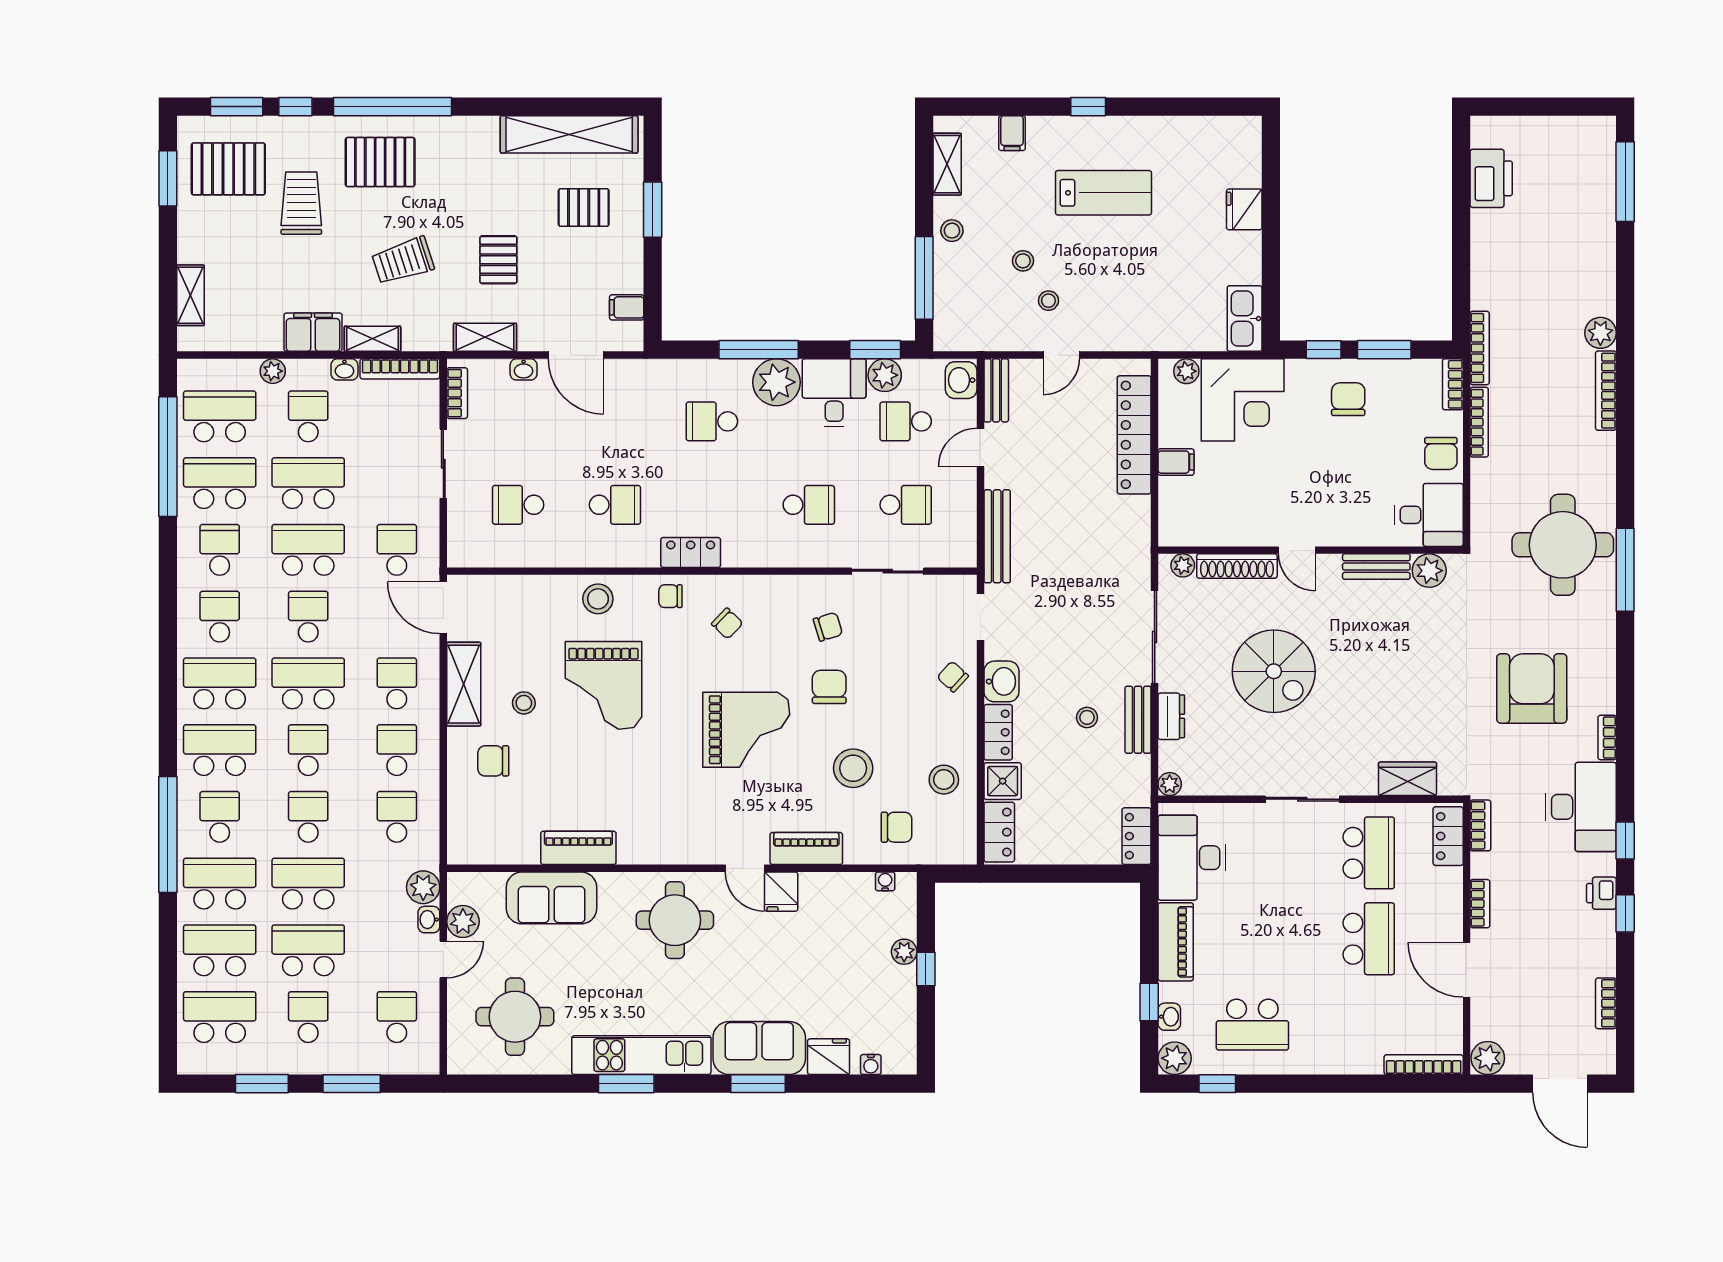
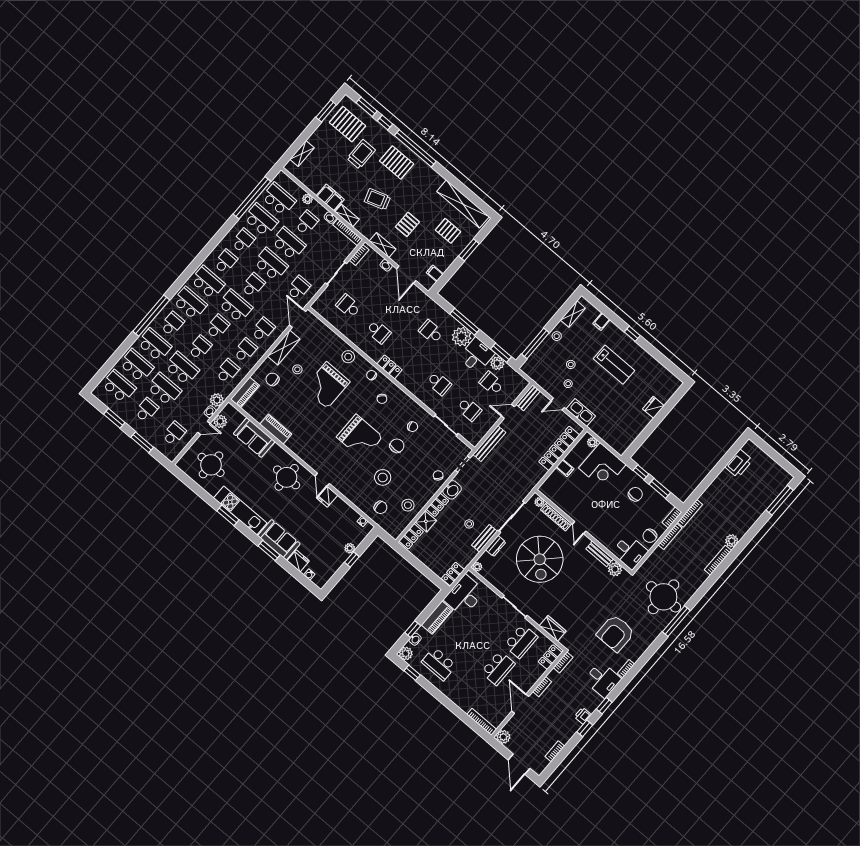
kitchen sink: (1245, 319) -> (581, 413), moved, turned 90
washbasin: (961, 380) -> (520, 385), removed
spiral stairs: (1274, 671) -> (540, 559), width x1.37, depth x1.37
armchair: (1532, 688) -> (616, 633), turned 180
desk: (1581, 807) -> (603, 680), width x0.73
piano: (806, 848) -> (245, 392), moved, turned 90

